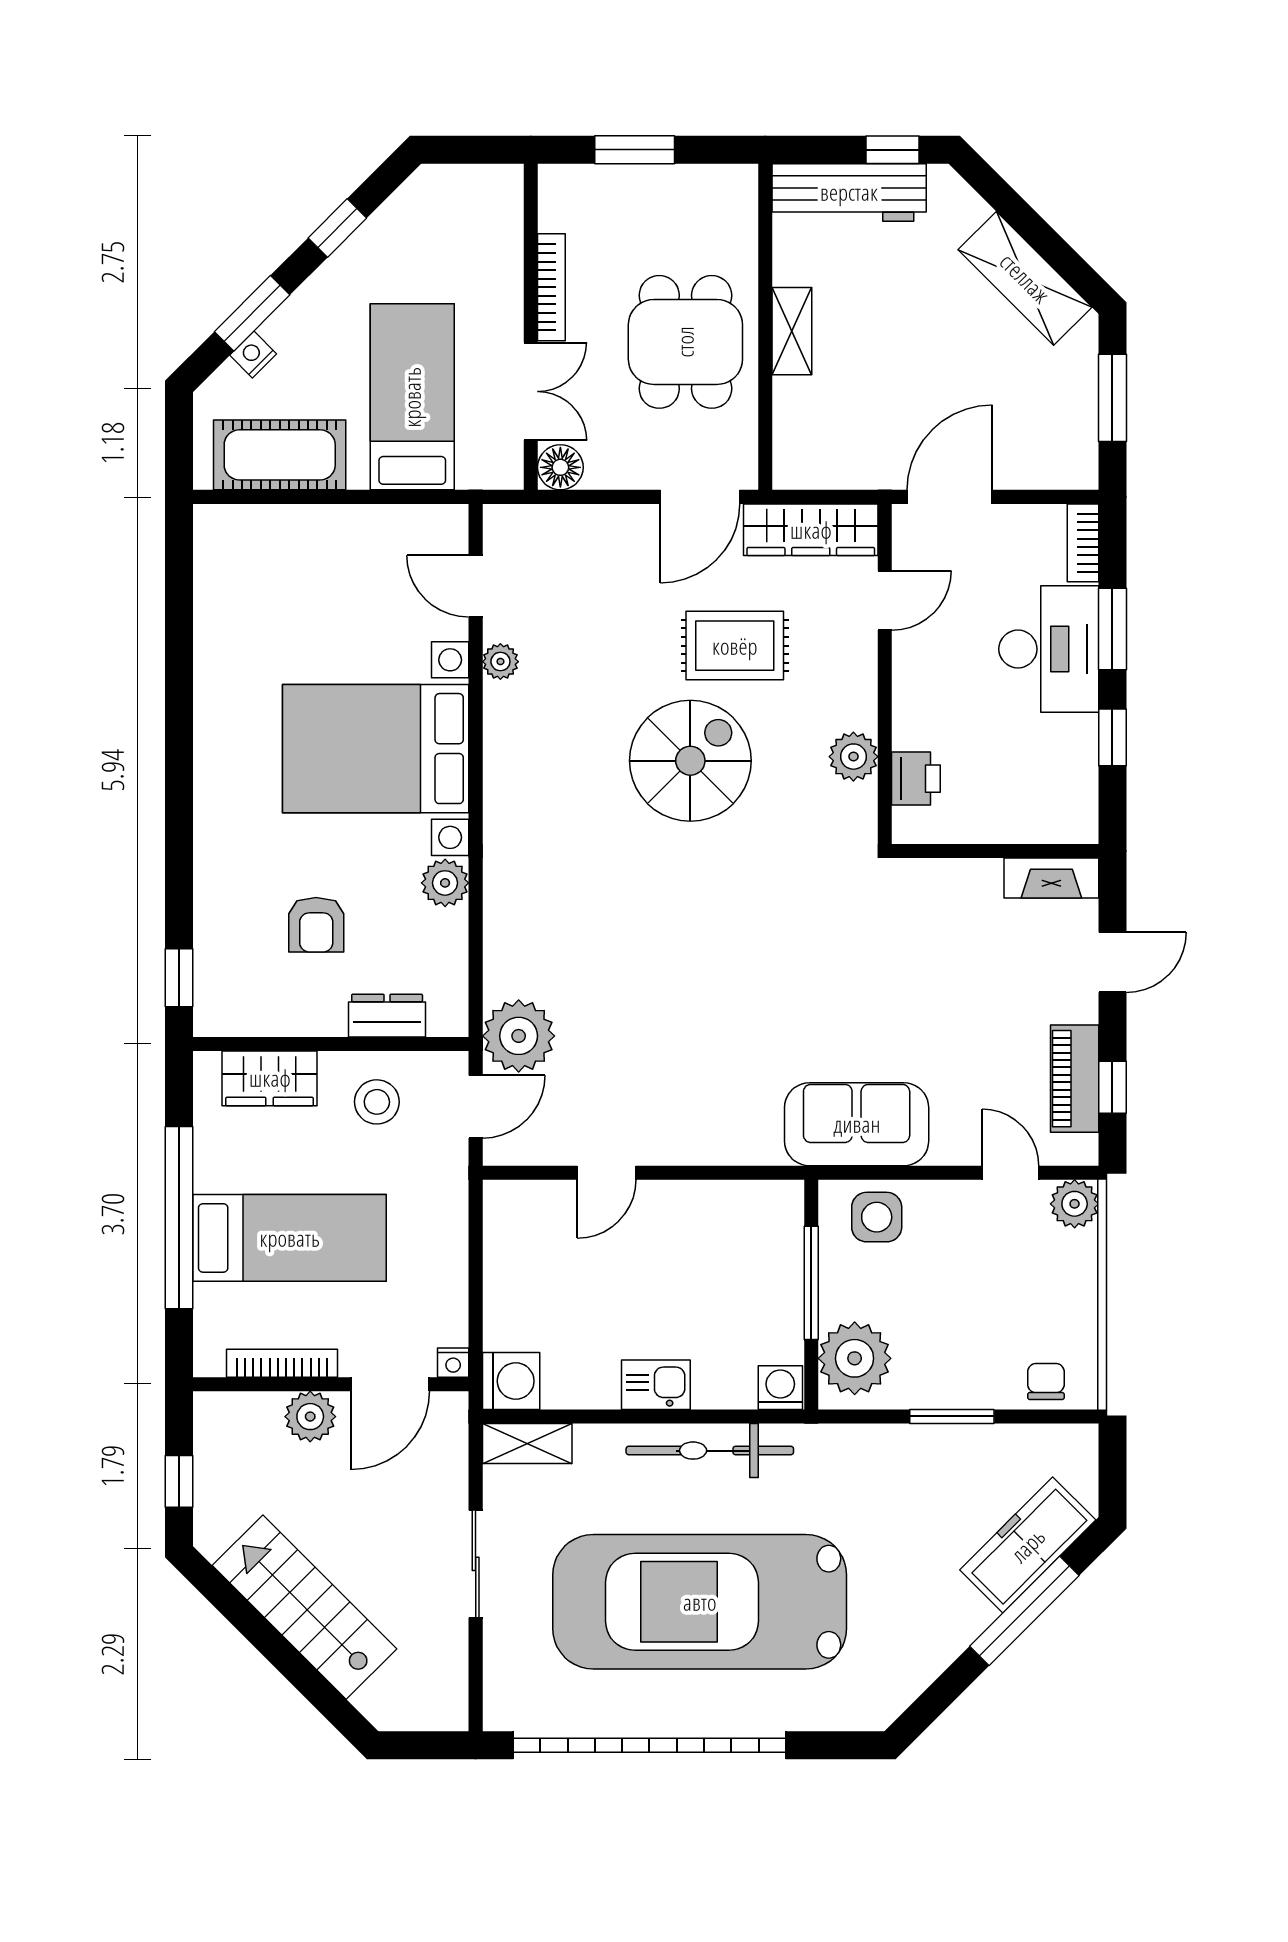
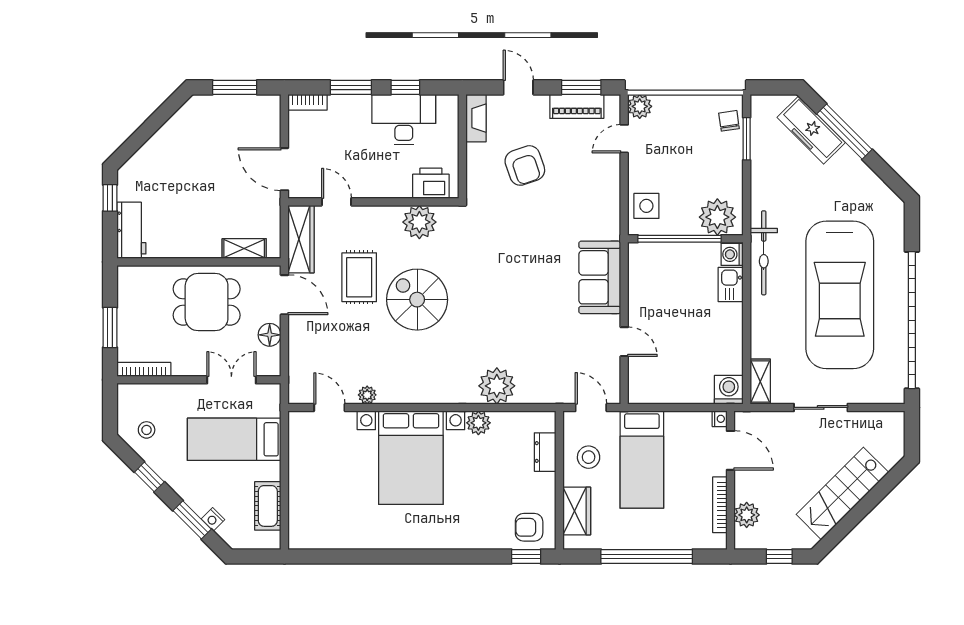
workbench: (849, 192) -> (131, 230), width x0.73
stool: (431, 222) -> (147, 430), added
shelving: (1025, 278) -> (175, 131), removed
bookcase: (551, 287) -> (144, 369), moved
shelving: (792, 331) -> (244, 249), moved
cot: (280, 455) -> (268, 506), width x0.73, depth x0.75
floor lamp: (560, 467) -> (270, 335), moved
door: (476, 586) -> (329, 407), swing flipped
desk: (1049, 649) -> (404, 119), moved
plant: (853, 757) -> (419, 222), width x1.36, depth x1.36
printer: (916, 779) -> (431, 183), width x1.36, depth x1.24
armchair: (316, 925) -> (529, 527), moved, turned 180
armchair: (957, 975) -> (525, 165), added
plant: (519, 1036) -> (497, 386), moved
window: (1112, 1087) -> (581, 87), width x1.50
sofa: (857, 1124) -> (600, 277), moved
bed: (290, 1238) -> (642, 460), moved, turned 180
window: (811, 1283) -> (679, 239), width x1.46
chair: (1046, 1381) -> (729, 121), turned 82
kitchen sink: (656, 1385) -> (731, 284), moved
window: (952, 1416) -> (747, 139), moved
plant: (310, 1417) -> (747, 515), moved
bicycle: (710, 1451) -> (764, 253), moved

